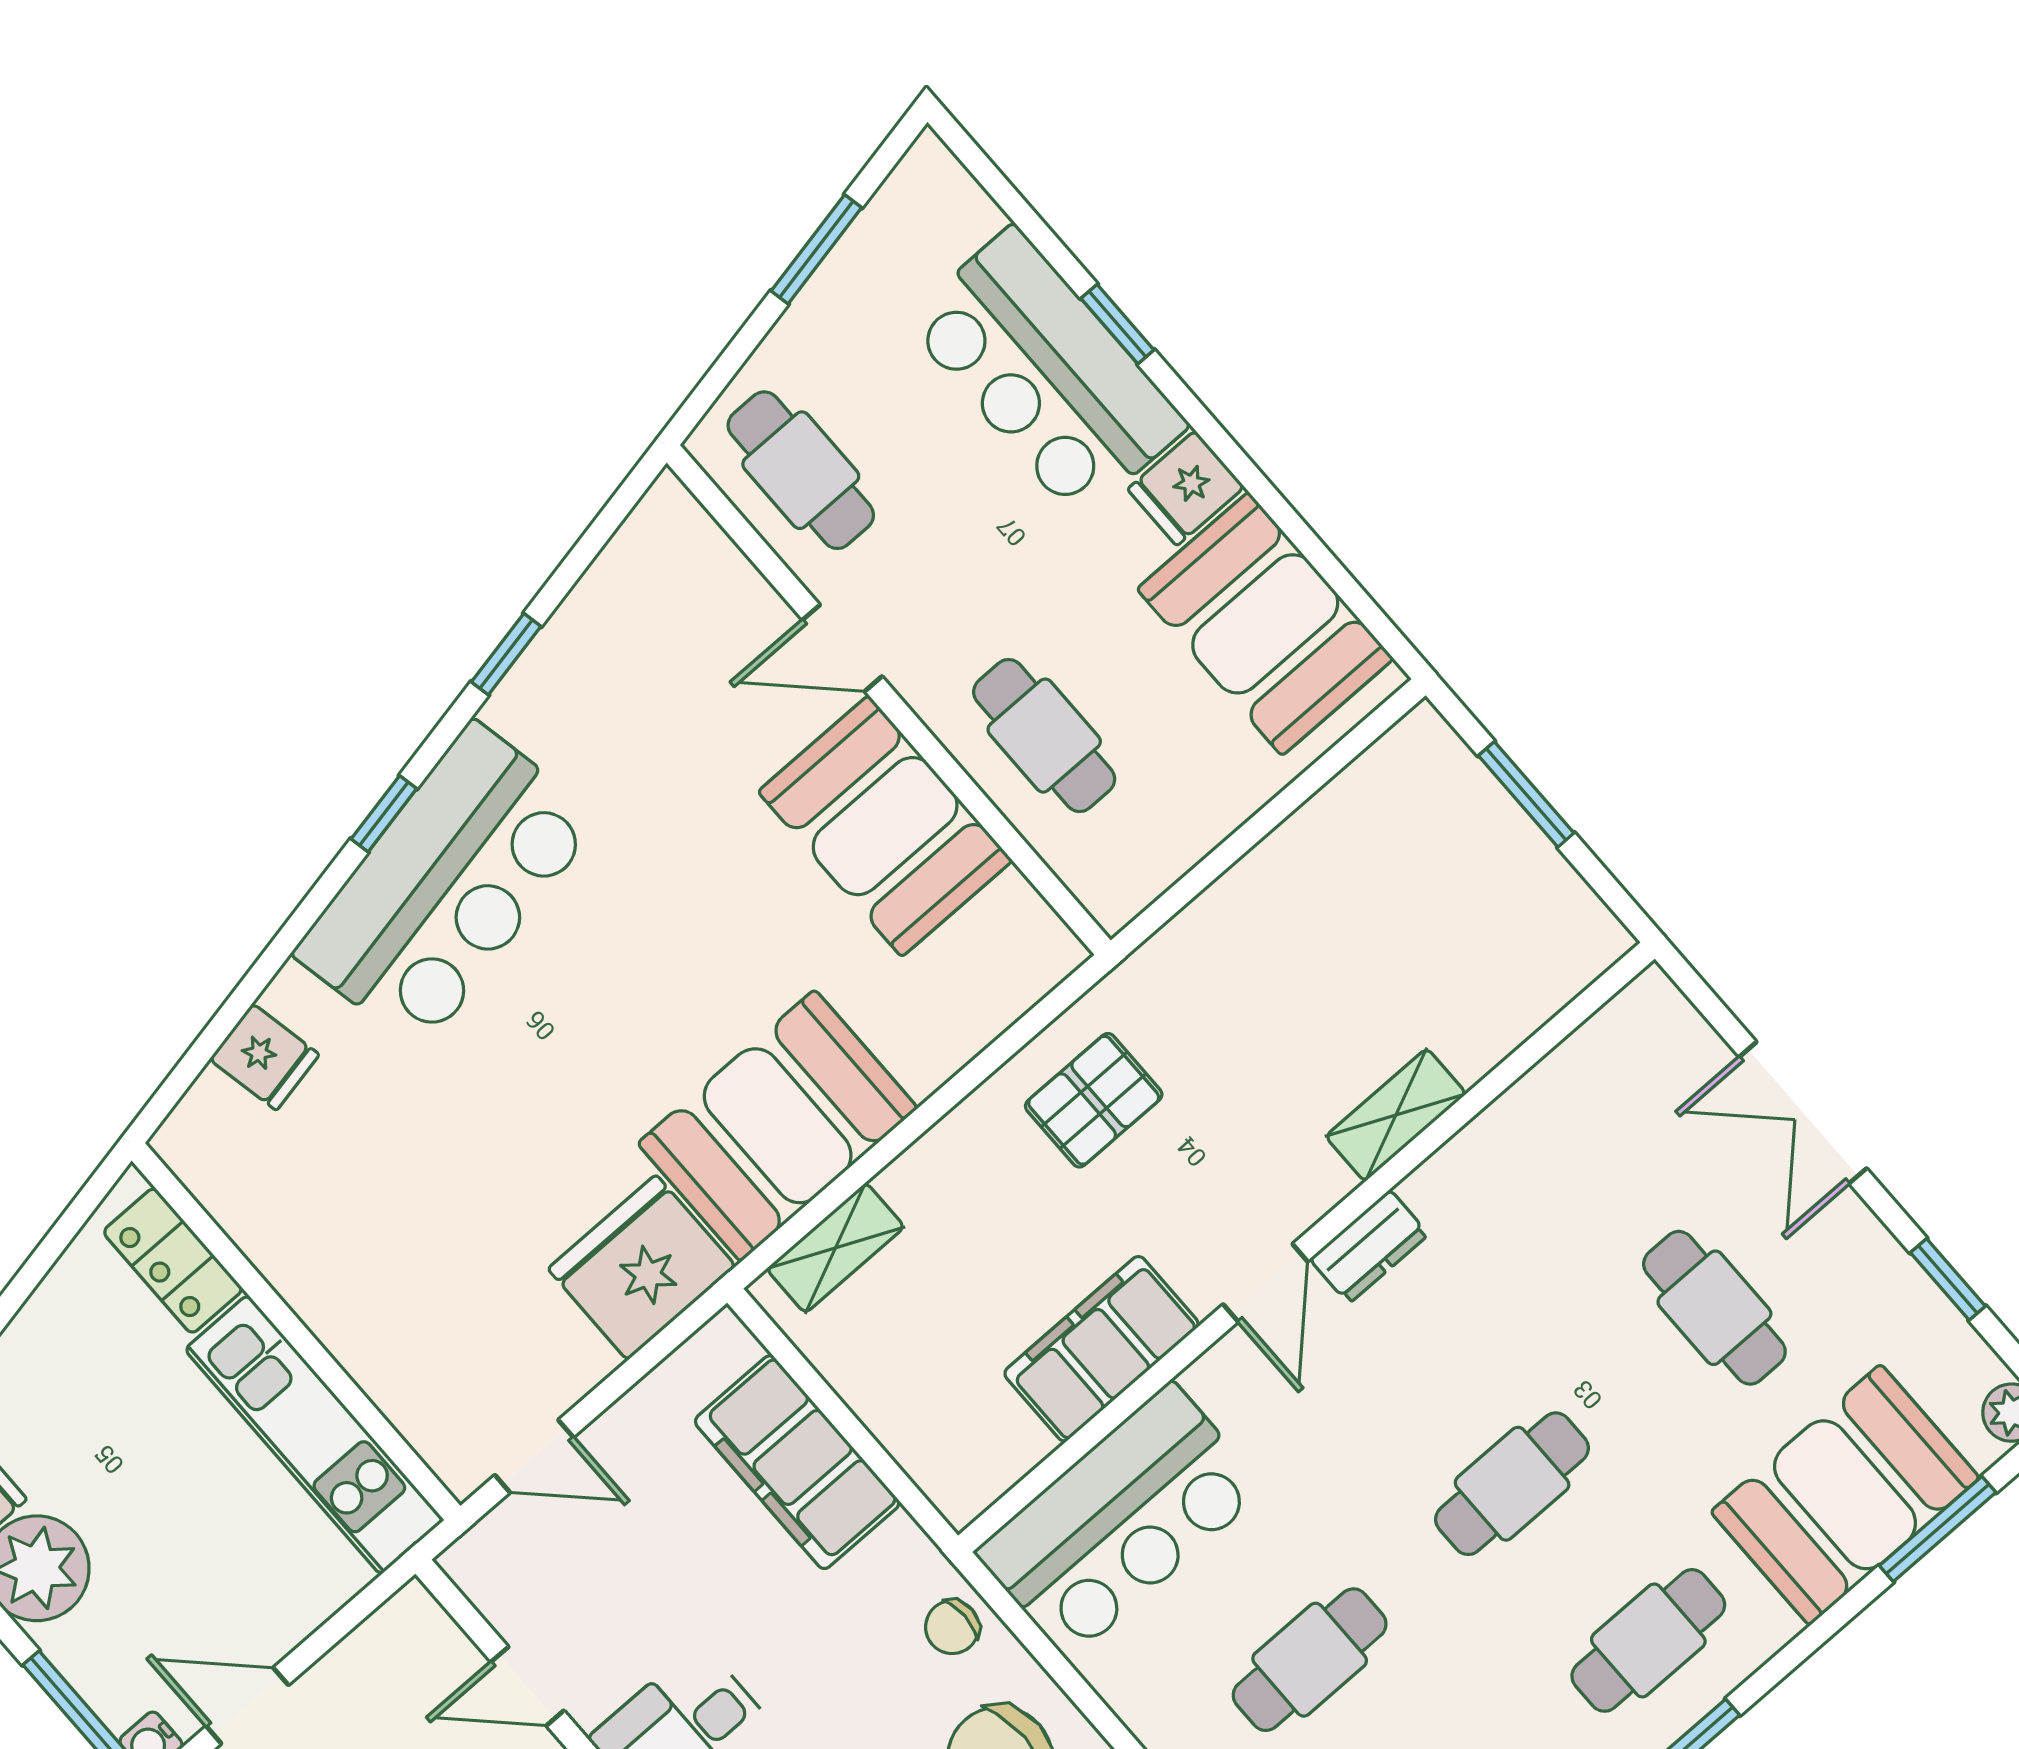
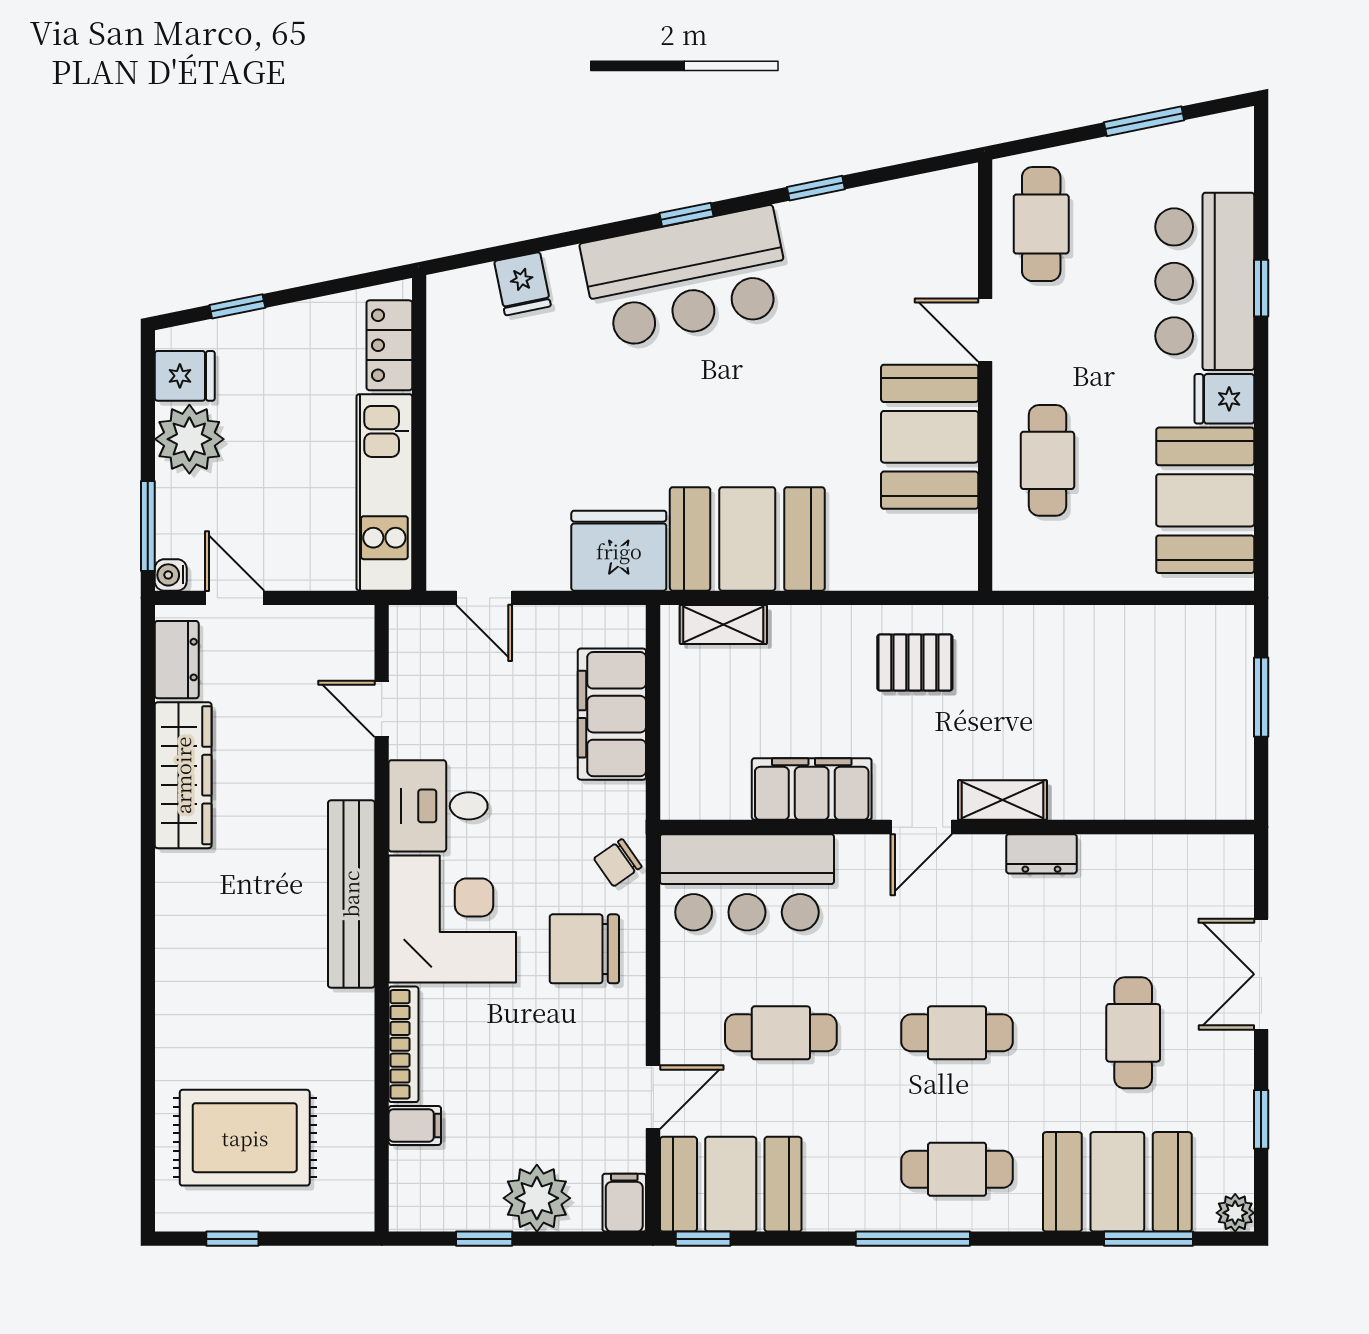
shelving: (1396, 1115) -> (1002, 800), moved
dresser: (1369, 1247) -> (1041, 854), moved
chair: (952, 1627) -> (618, 863), turned -35

